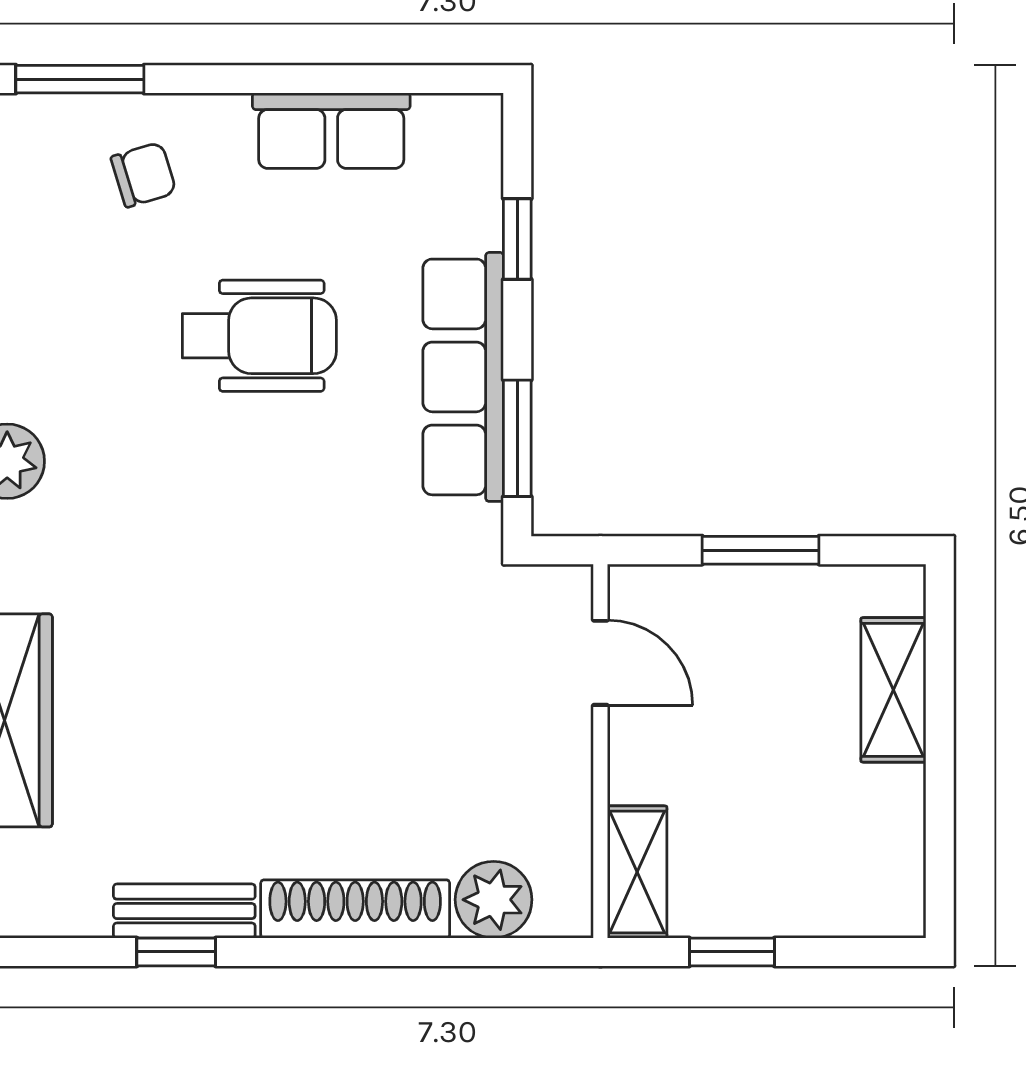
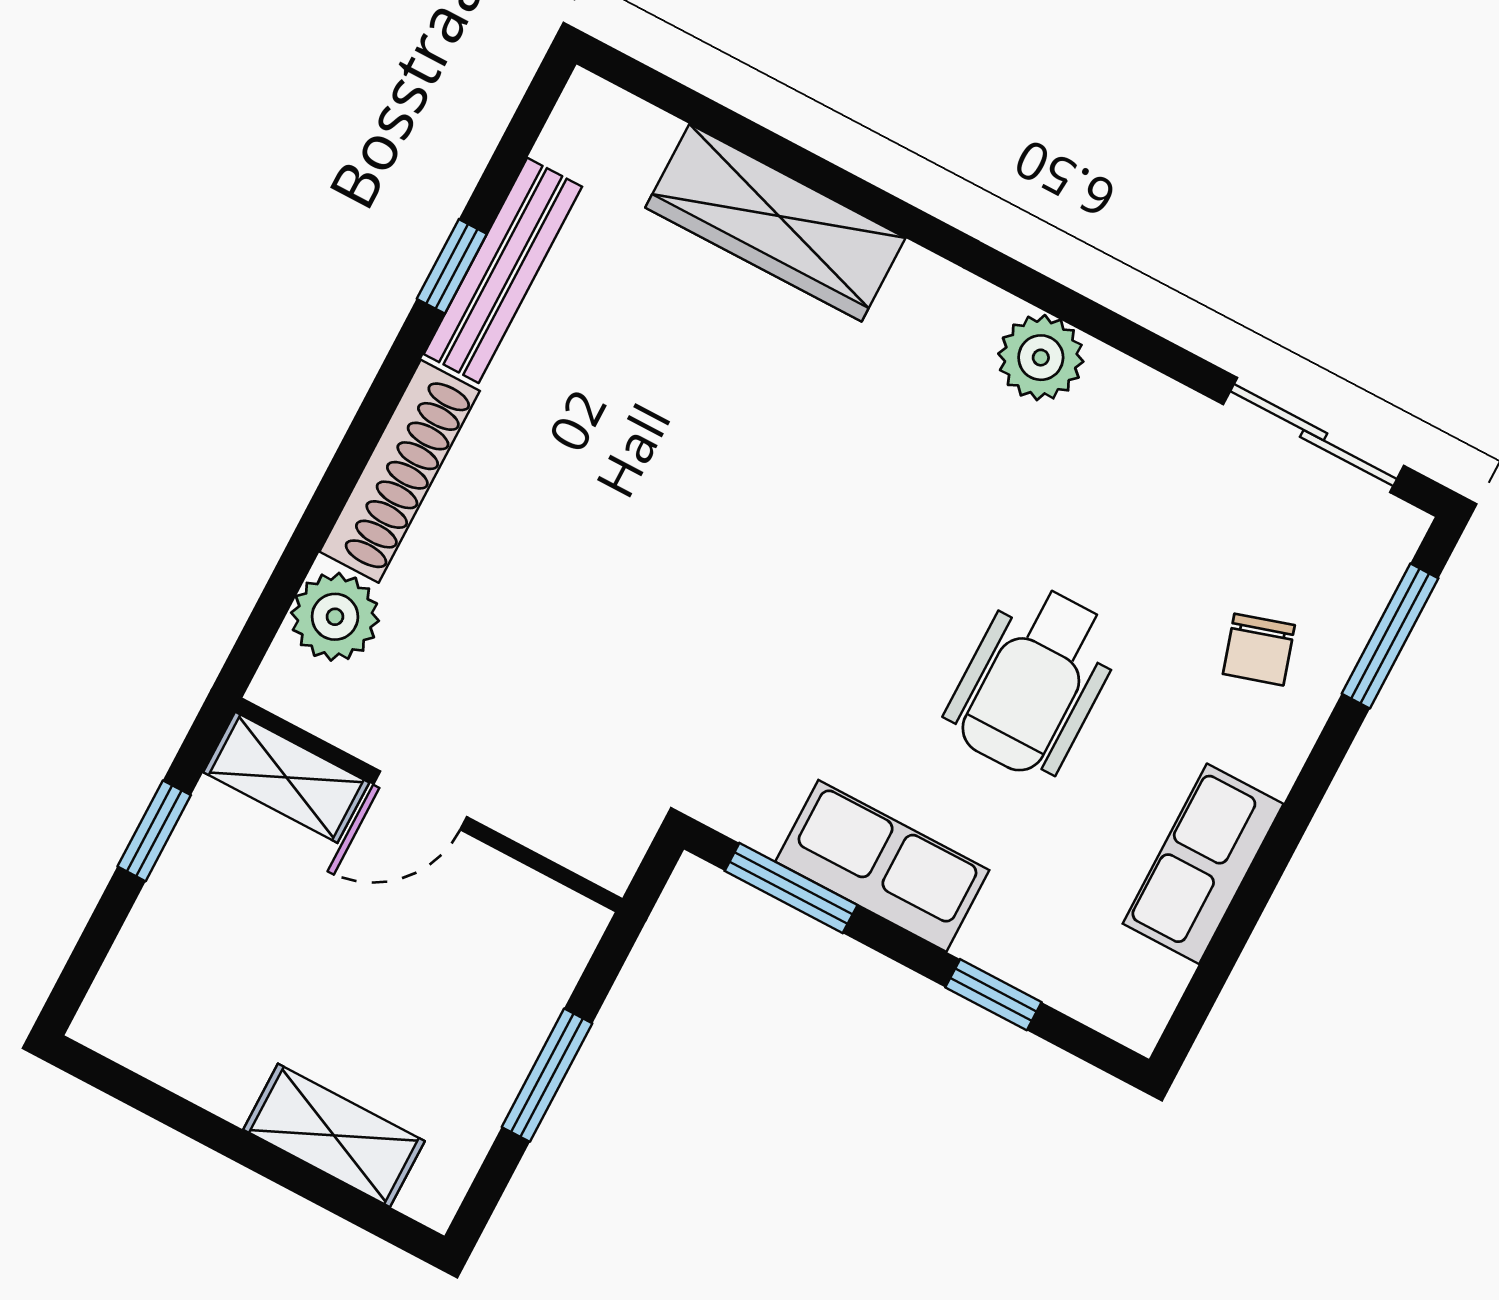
row of seats: (463, 377) -> (882, 866), width x0.68
door: (600, 663) -> (420, 800), moved
bench: (184, 911) -> (503, 270), width x1.36

